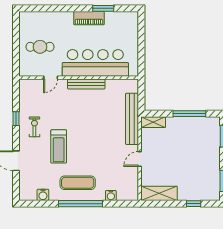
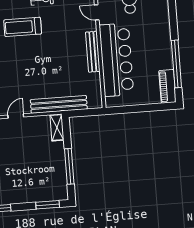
window: (103, 8) -> (176, 64), width x2.11
piano: (89, 18) -> (167, 86), moved
door: (140, 159) -> (16, 116), hinge flipped

